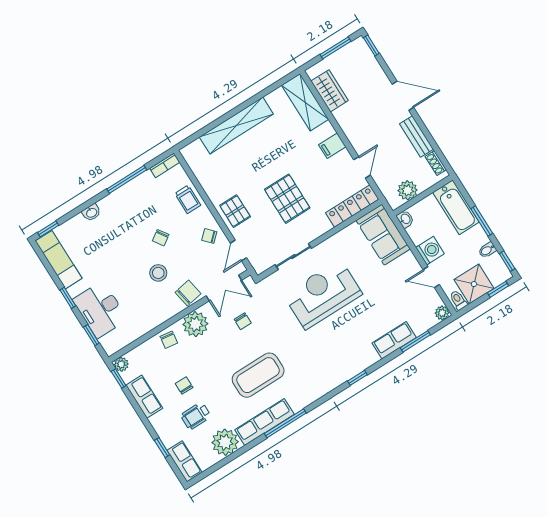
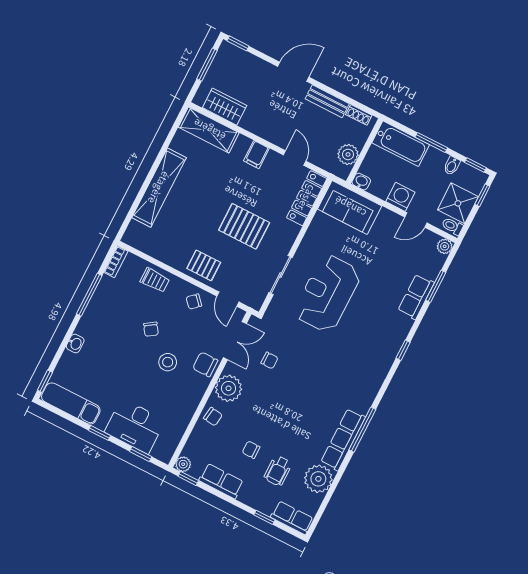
chair: (188, 293) -> (205, 364), turned -80
coffee table: (258, 375) -> (312, 401), removed

